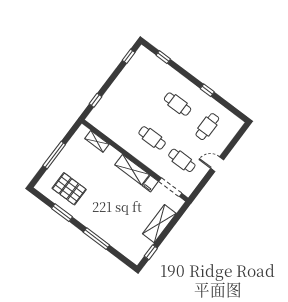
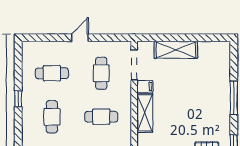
cafe table: (152, 138) -> (101, 117), turned 90
door: (217, 164) -> (80, 38), swing flipped
window: (151, 252) -> (208, 38), removed

